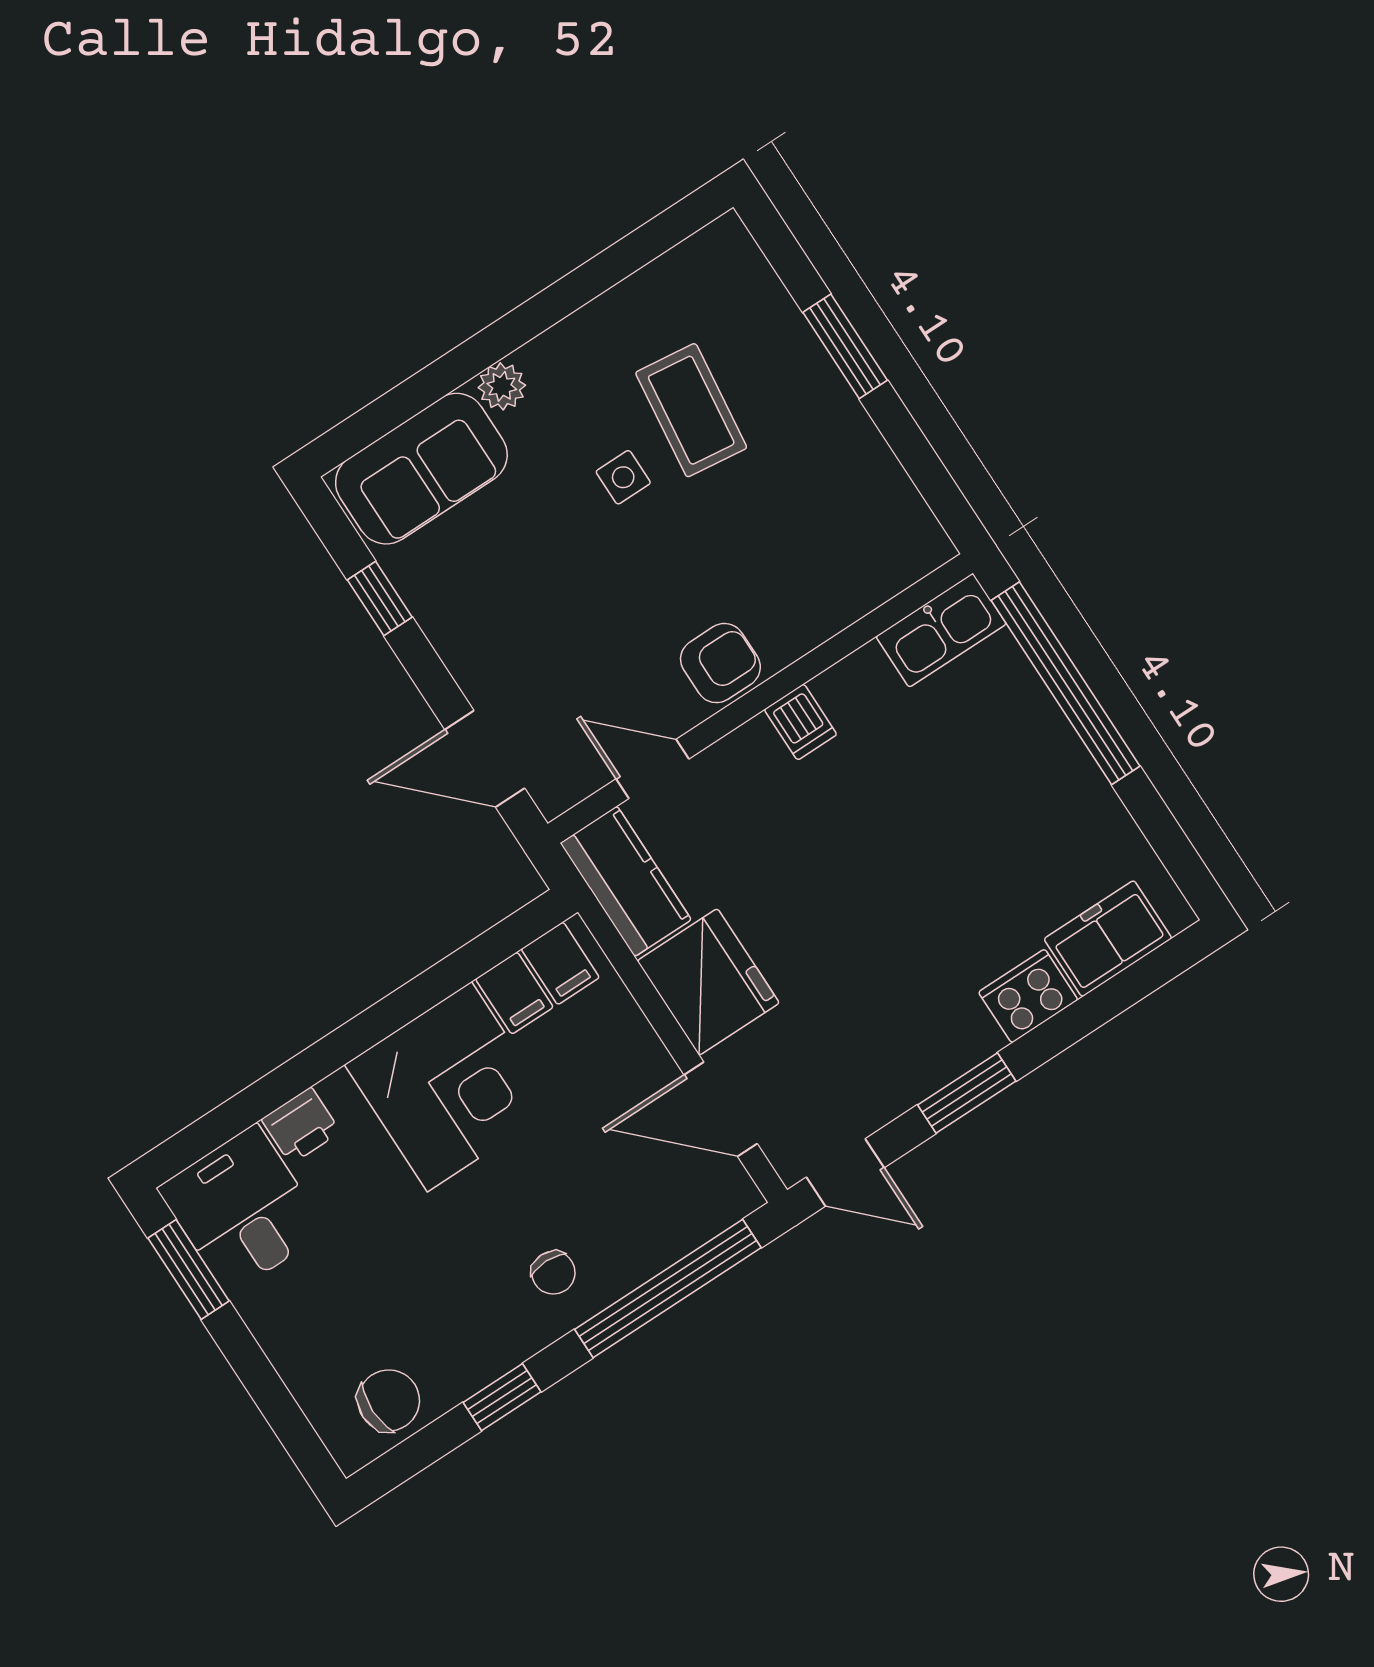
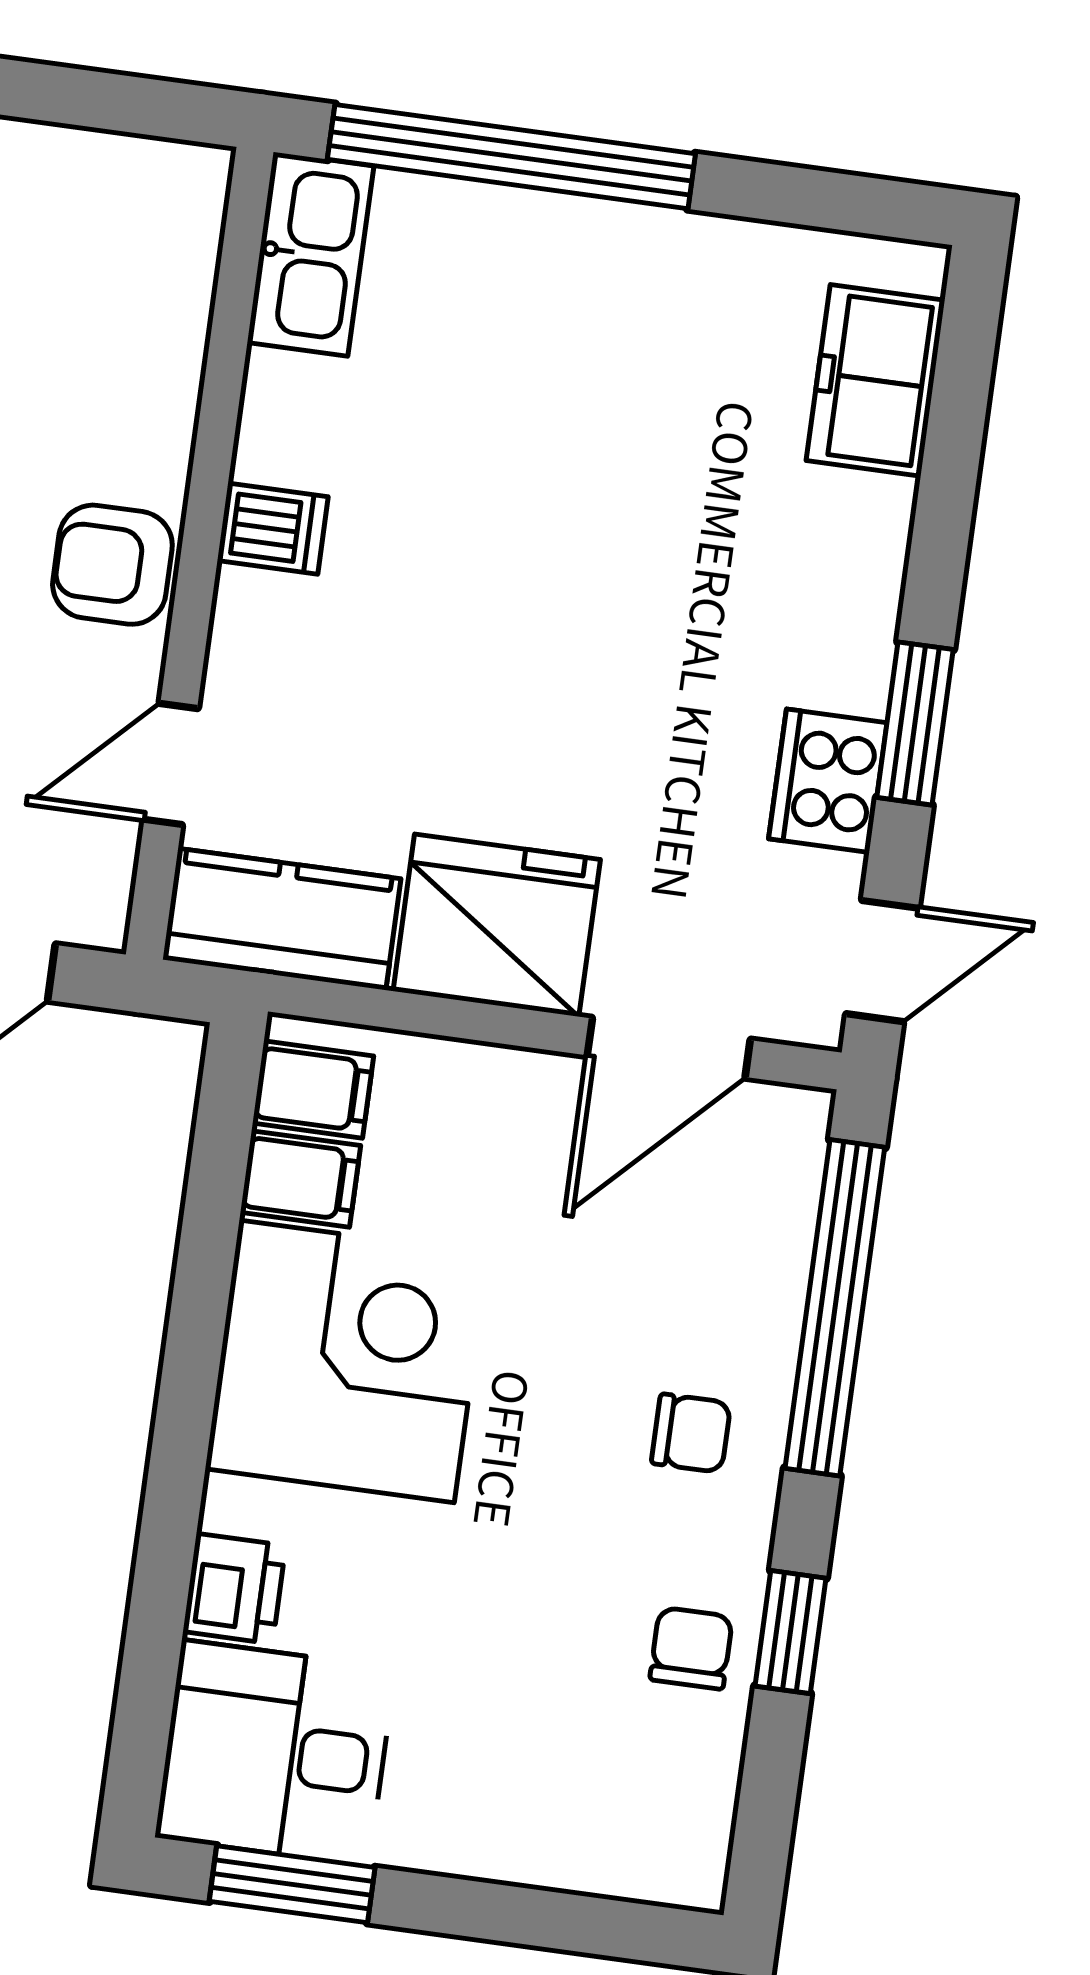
armchair: (720, 663) -> (112, 565), turned -90
cooker: (1028, 996) -> (828, 781), moved
chair: (389, 1400) -> (691, 1648), moved, width x0.73, depth x0.73

